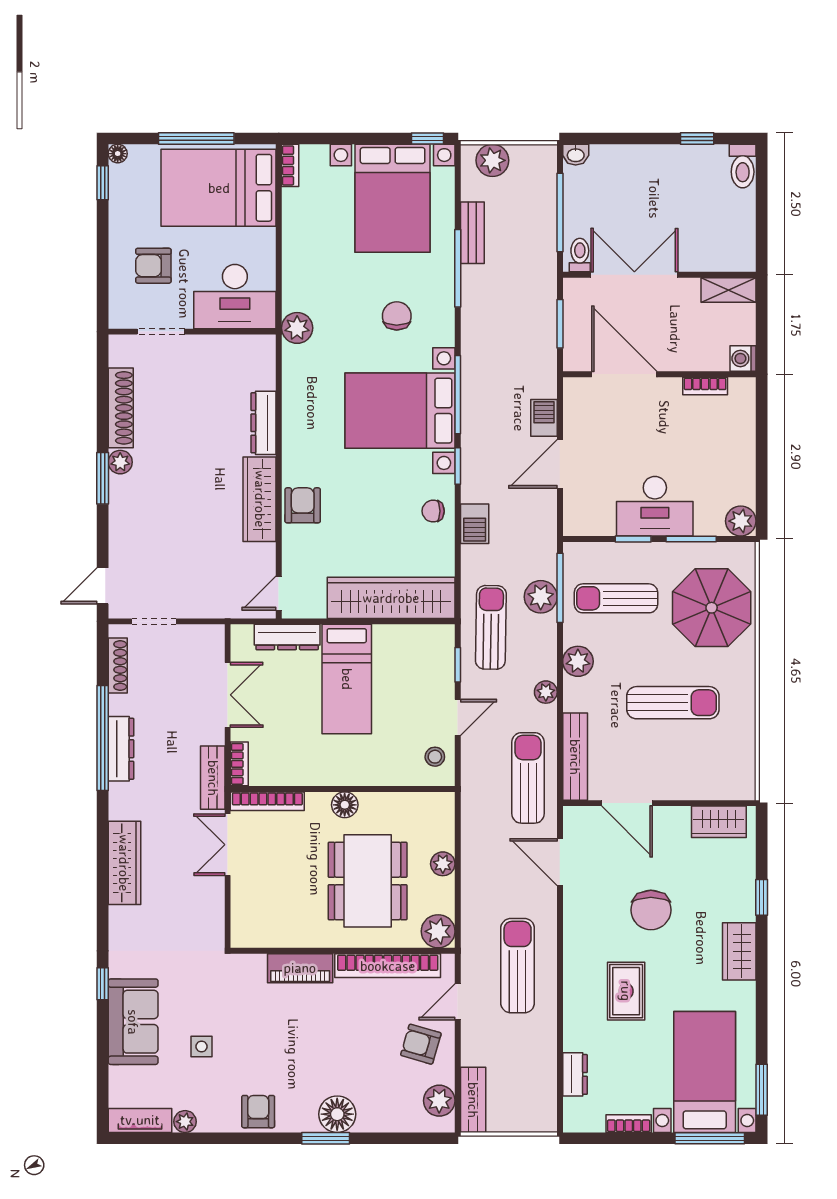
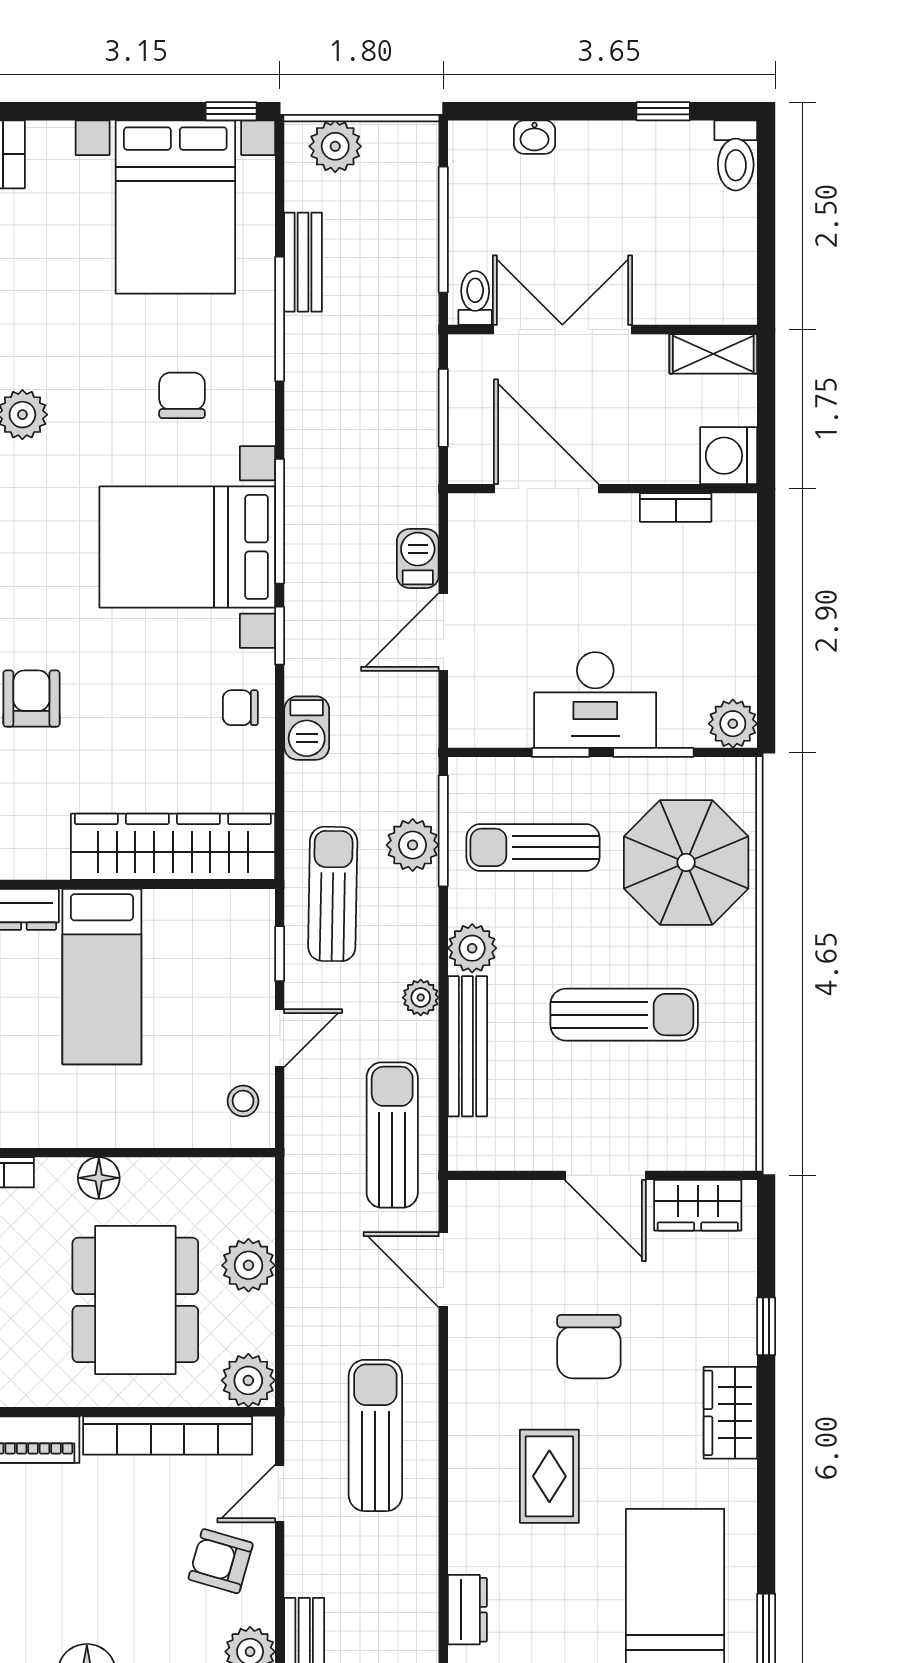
washbasin: (576, 155) -> (534, 137), moved
washing machine: (743, 358) -> (729, 456), width x1.38, depth x1.38
bench: (575, 757) -> (467, 1046), moved
door: (627, 803) -> (605, 1175), moved
plant: (443, 864) -> (248, 1265), width x1.38, depth x1.38

